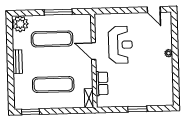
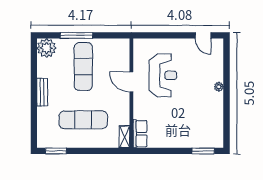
window: (58, 12) -> (77, 35), moved
exercise mat: (52, 39) -> (83, 67), turned 90
row of seats: (102, 83) -> (140, 134), moved
window: (137, 109) -> (203, 151), moved

